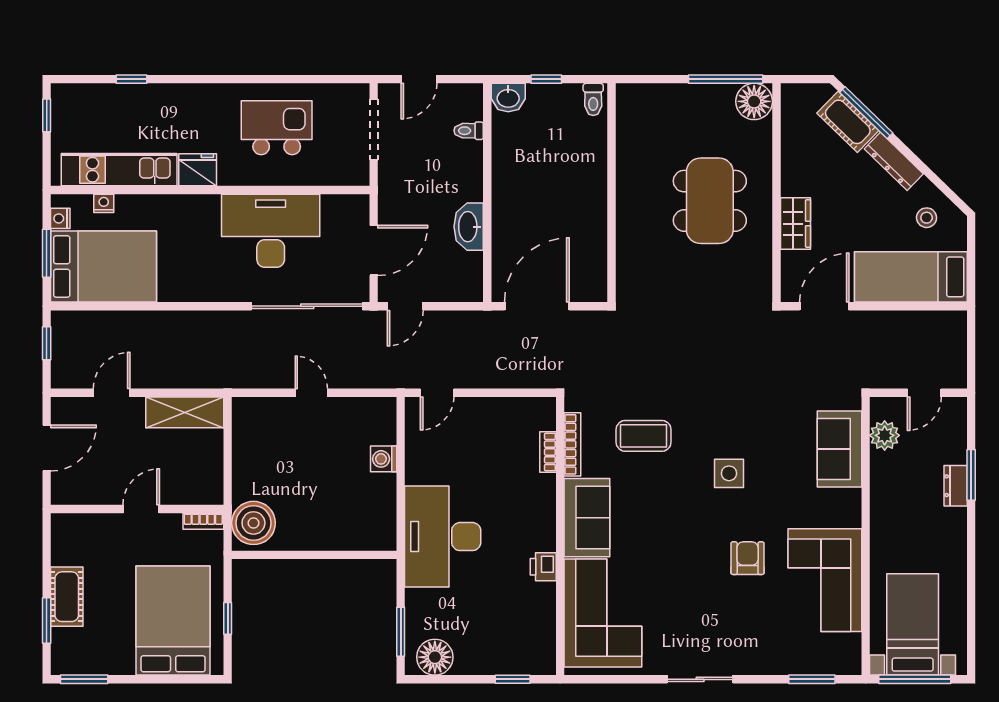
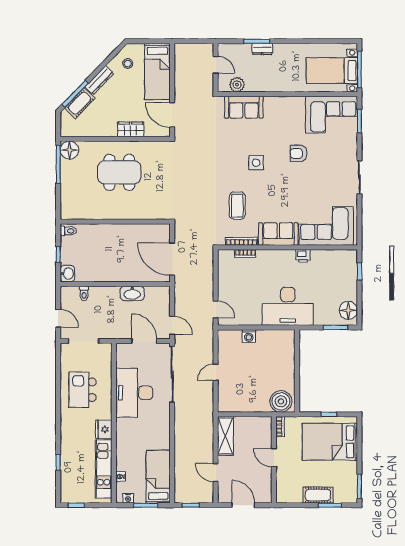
bed: (103, 266) -> (158, 477), width x0.67
corner sofa: (825, 580) -> (332, 115), moved

